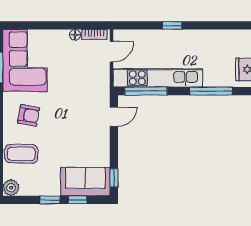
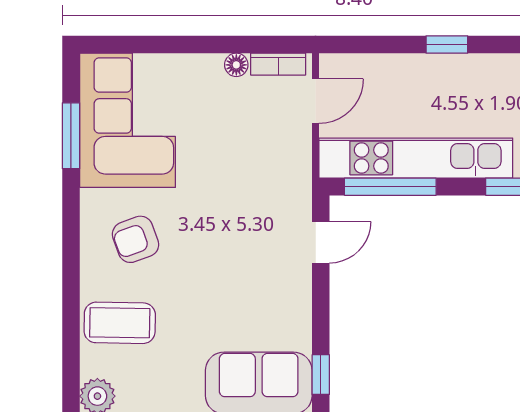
armchair: (29, 115) -> (136, 239), turned 150

